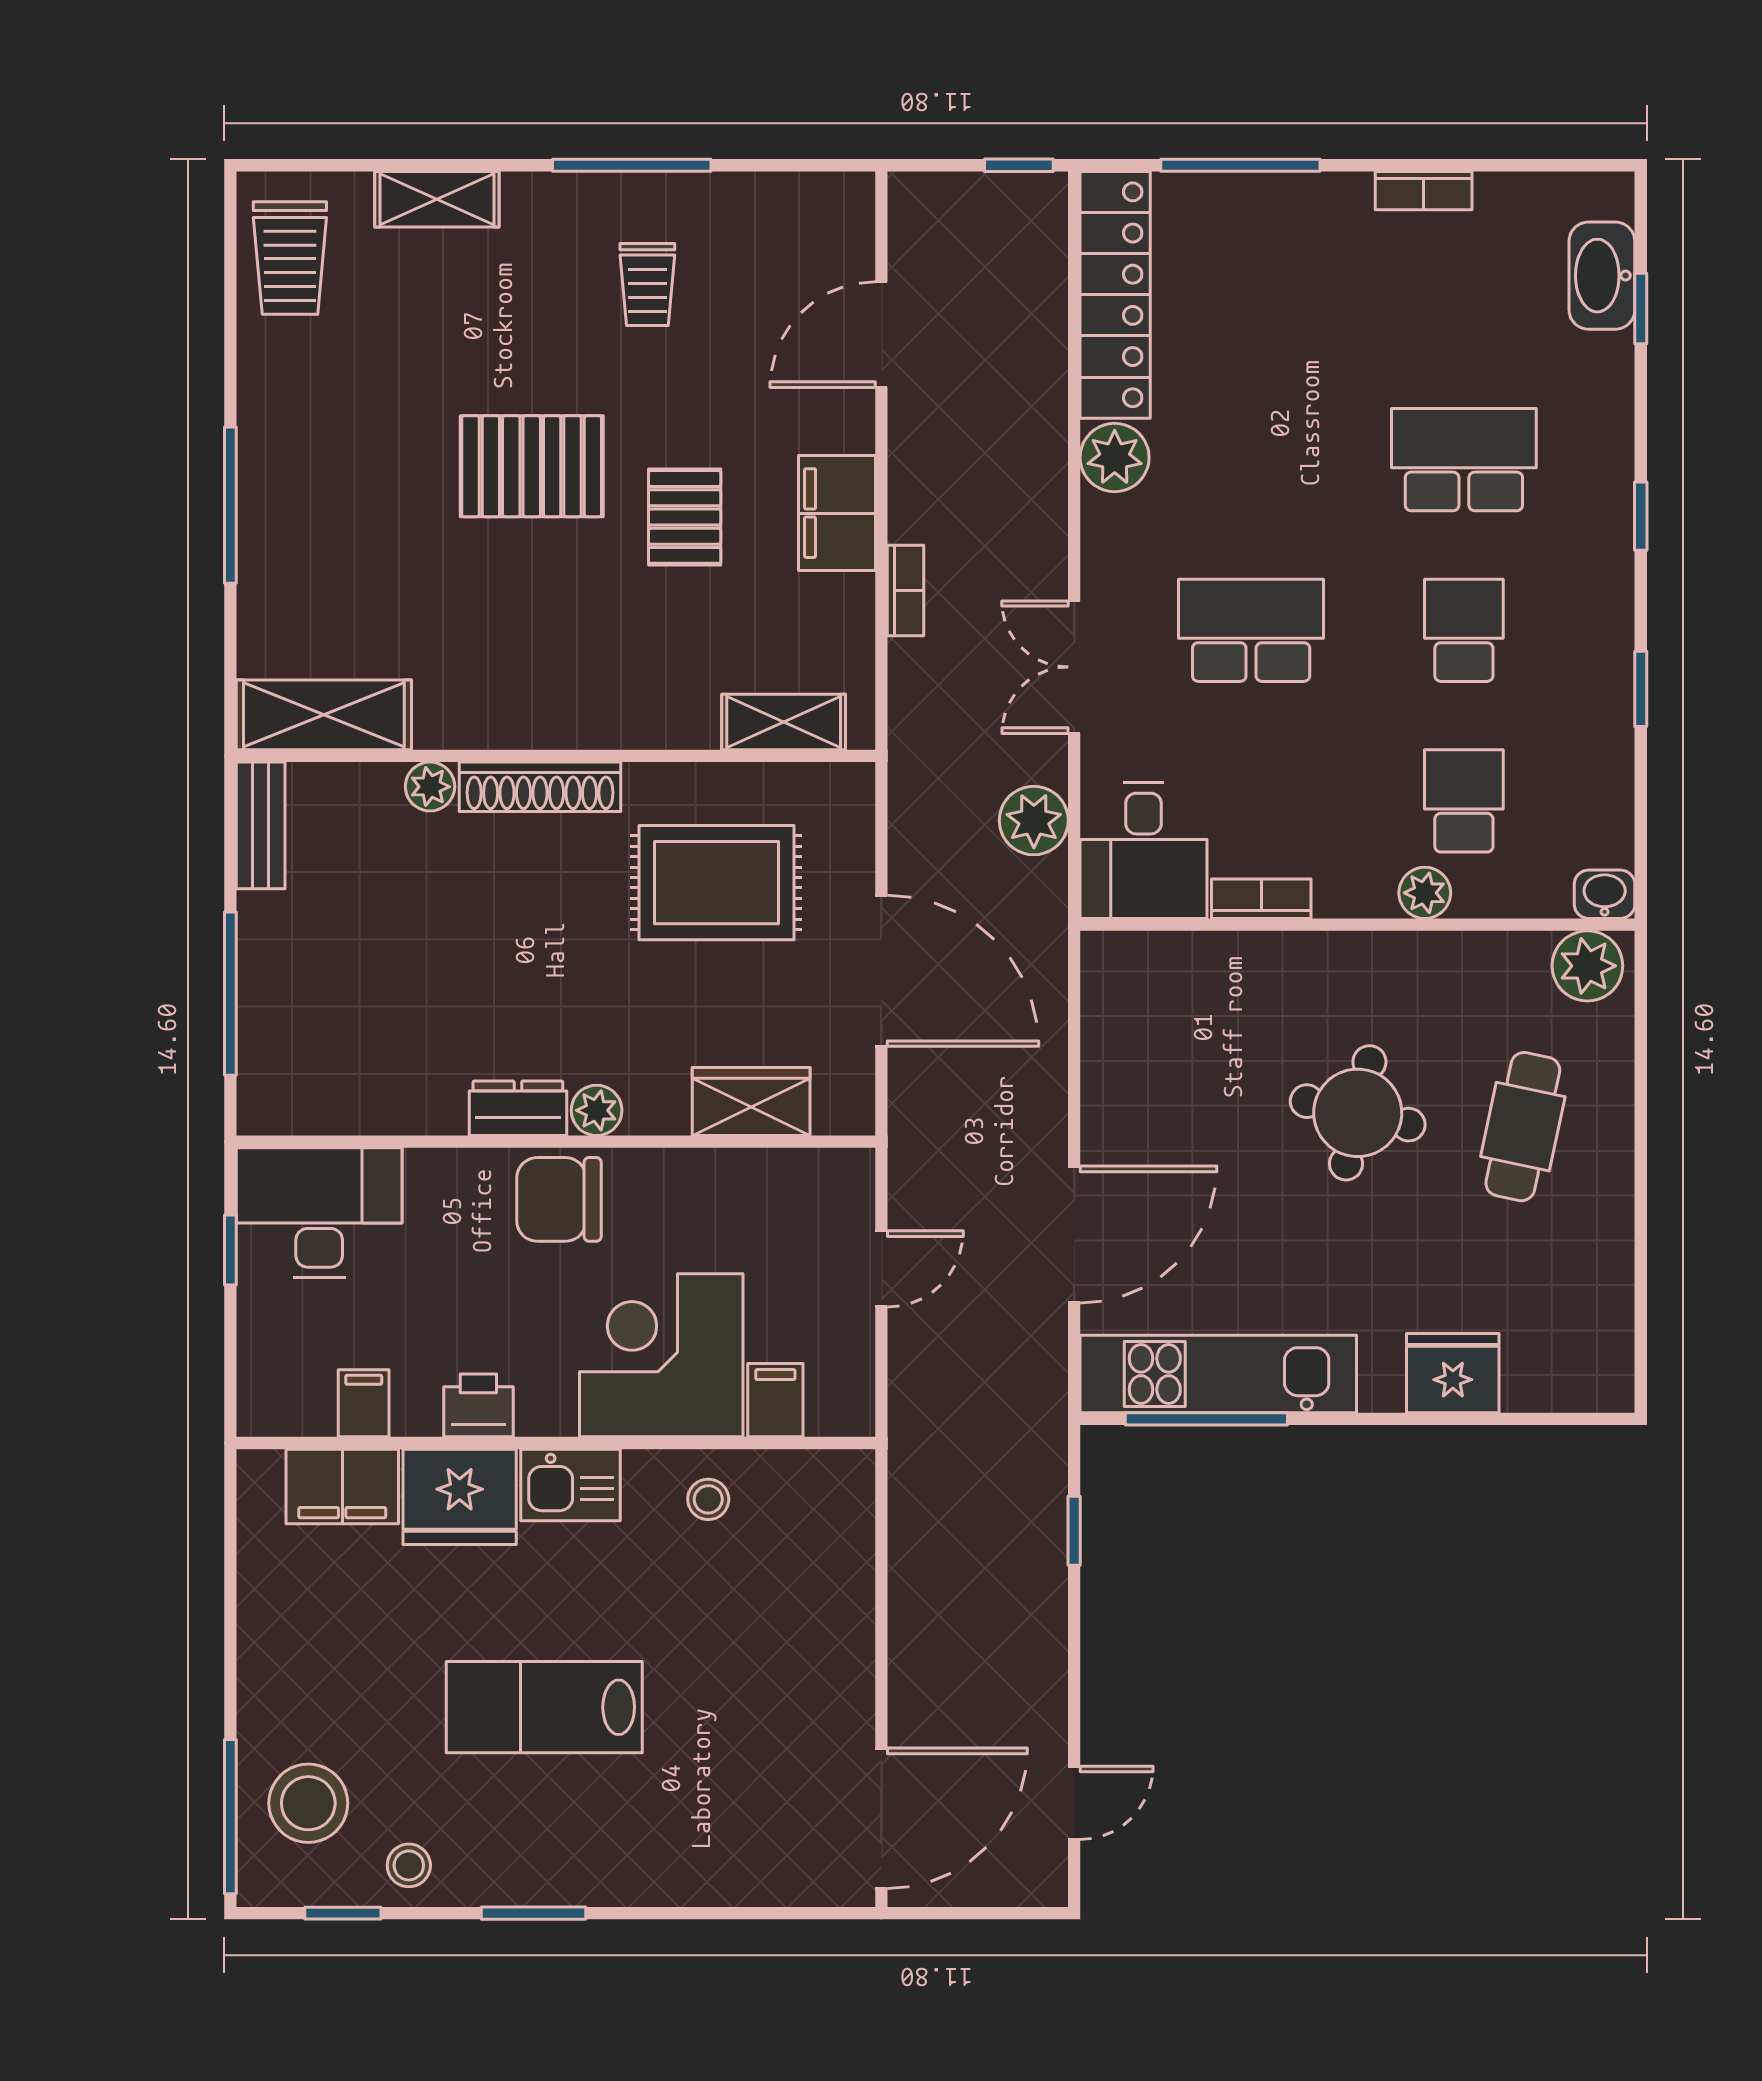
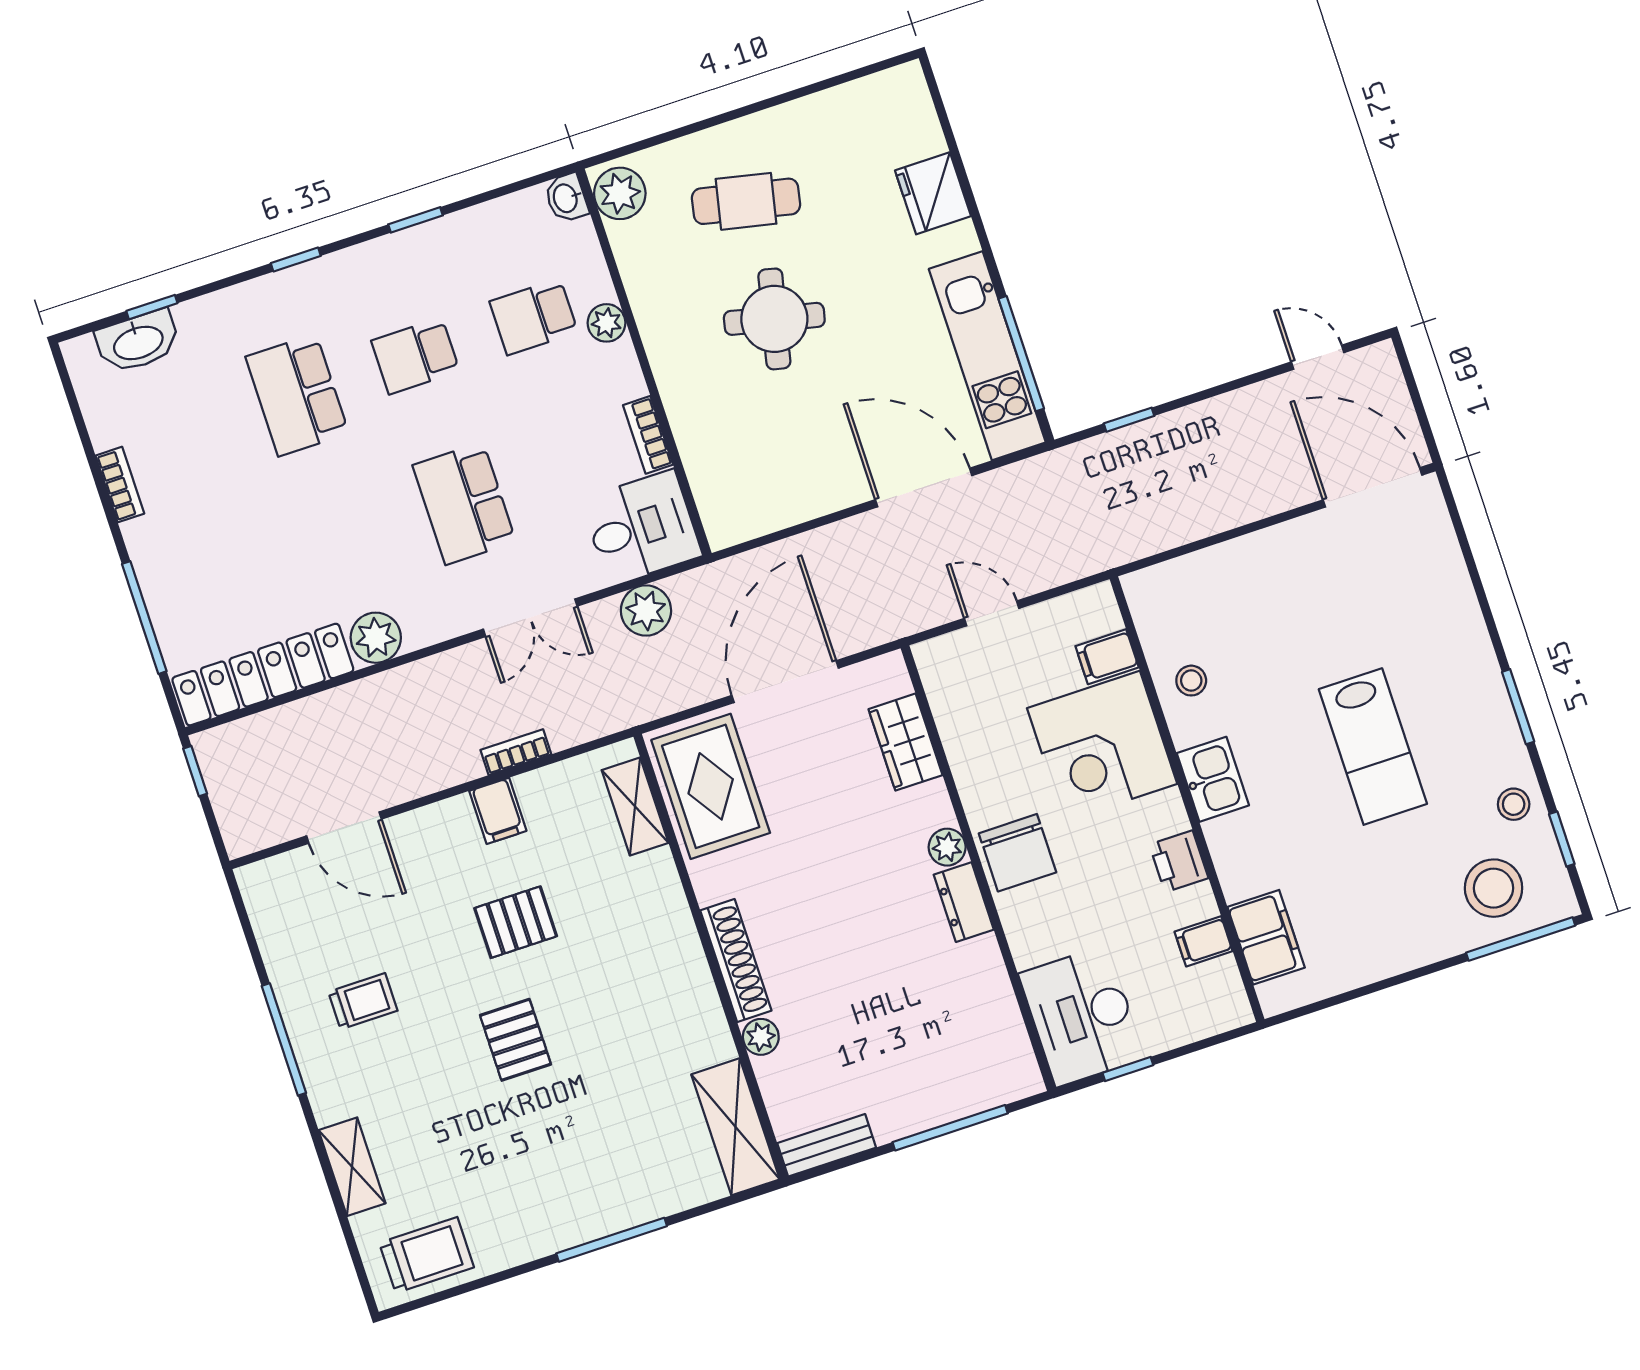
pallet: (532, 466) -> (515, 1040), width x0.67, depth x0.71
filing cabinet: (837, 513) -> (498, 811), width x0.50
rug: (716, 883) -> (711, 786), moved
fridge: (460, 1497) -> (1246, 853), removed

